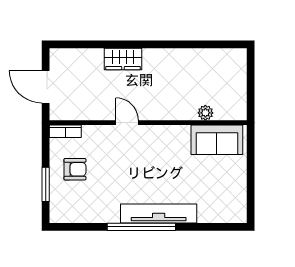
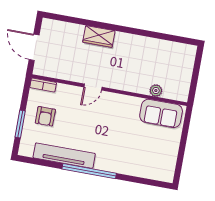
door: (127, 123) -> (93, 87), swing flipped
armchair: (75, 169) -> (45, 116), turned 90
tv unit: (159, 214) -> (64, 156), moved

